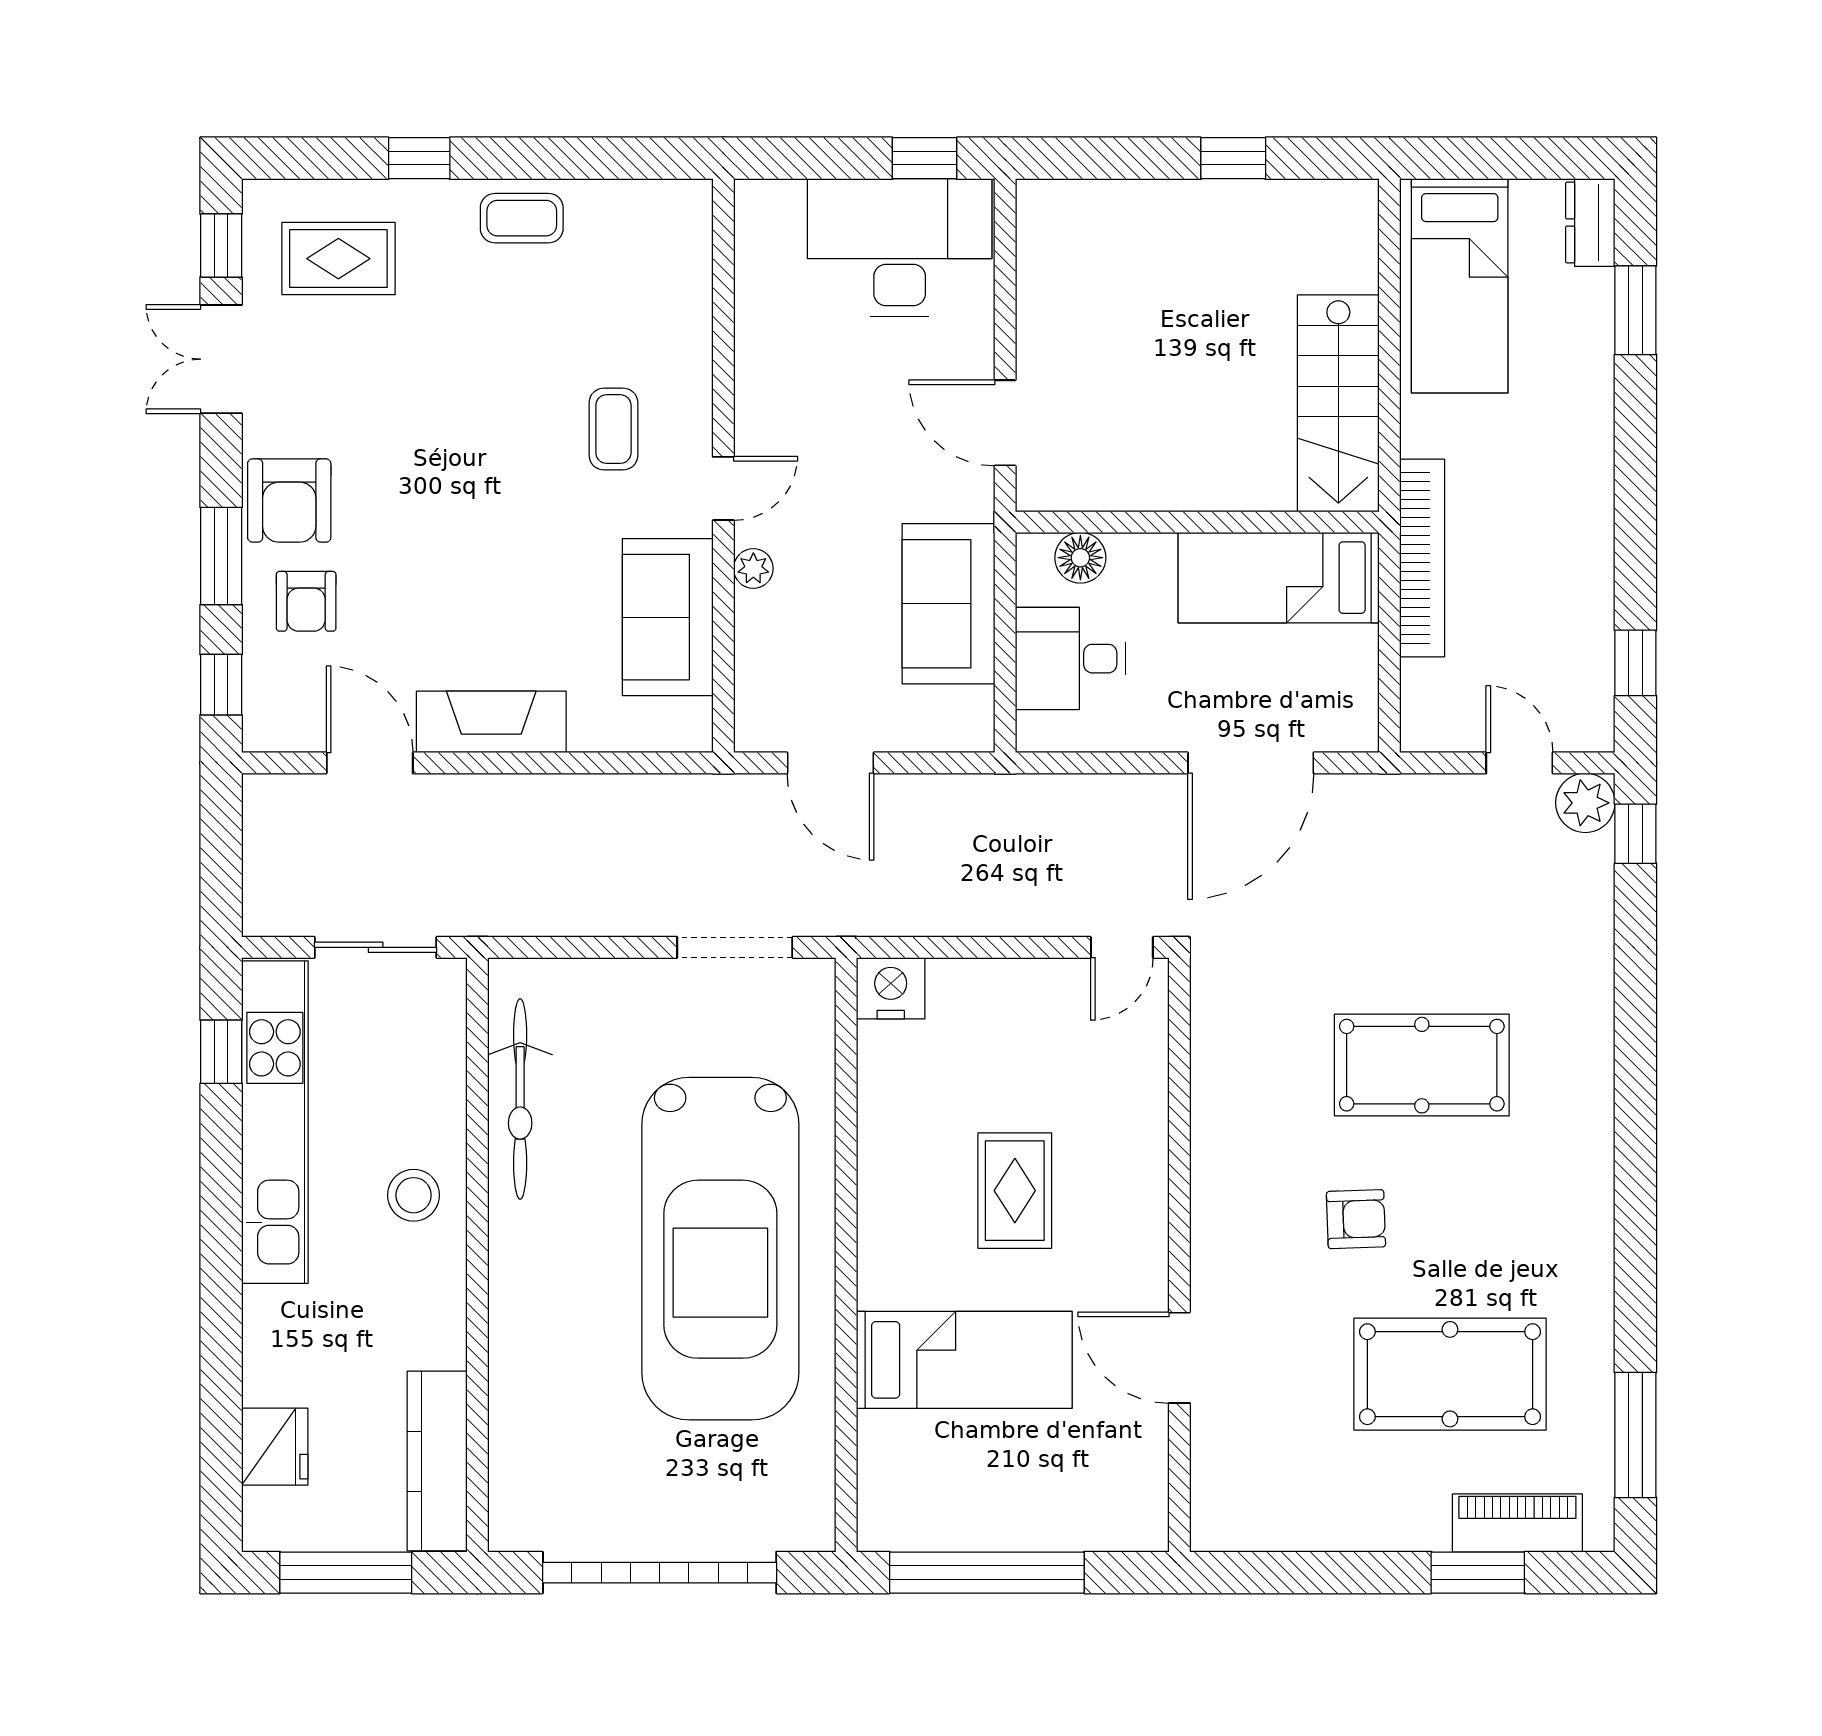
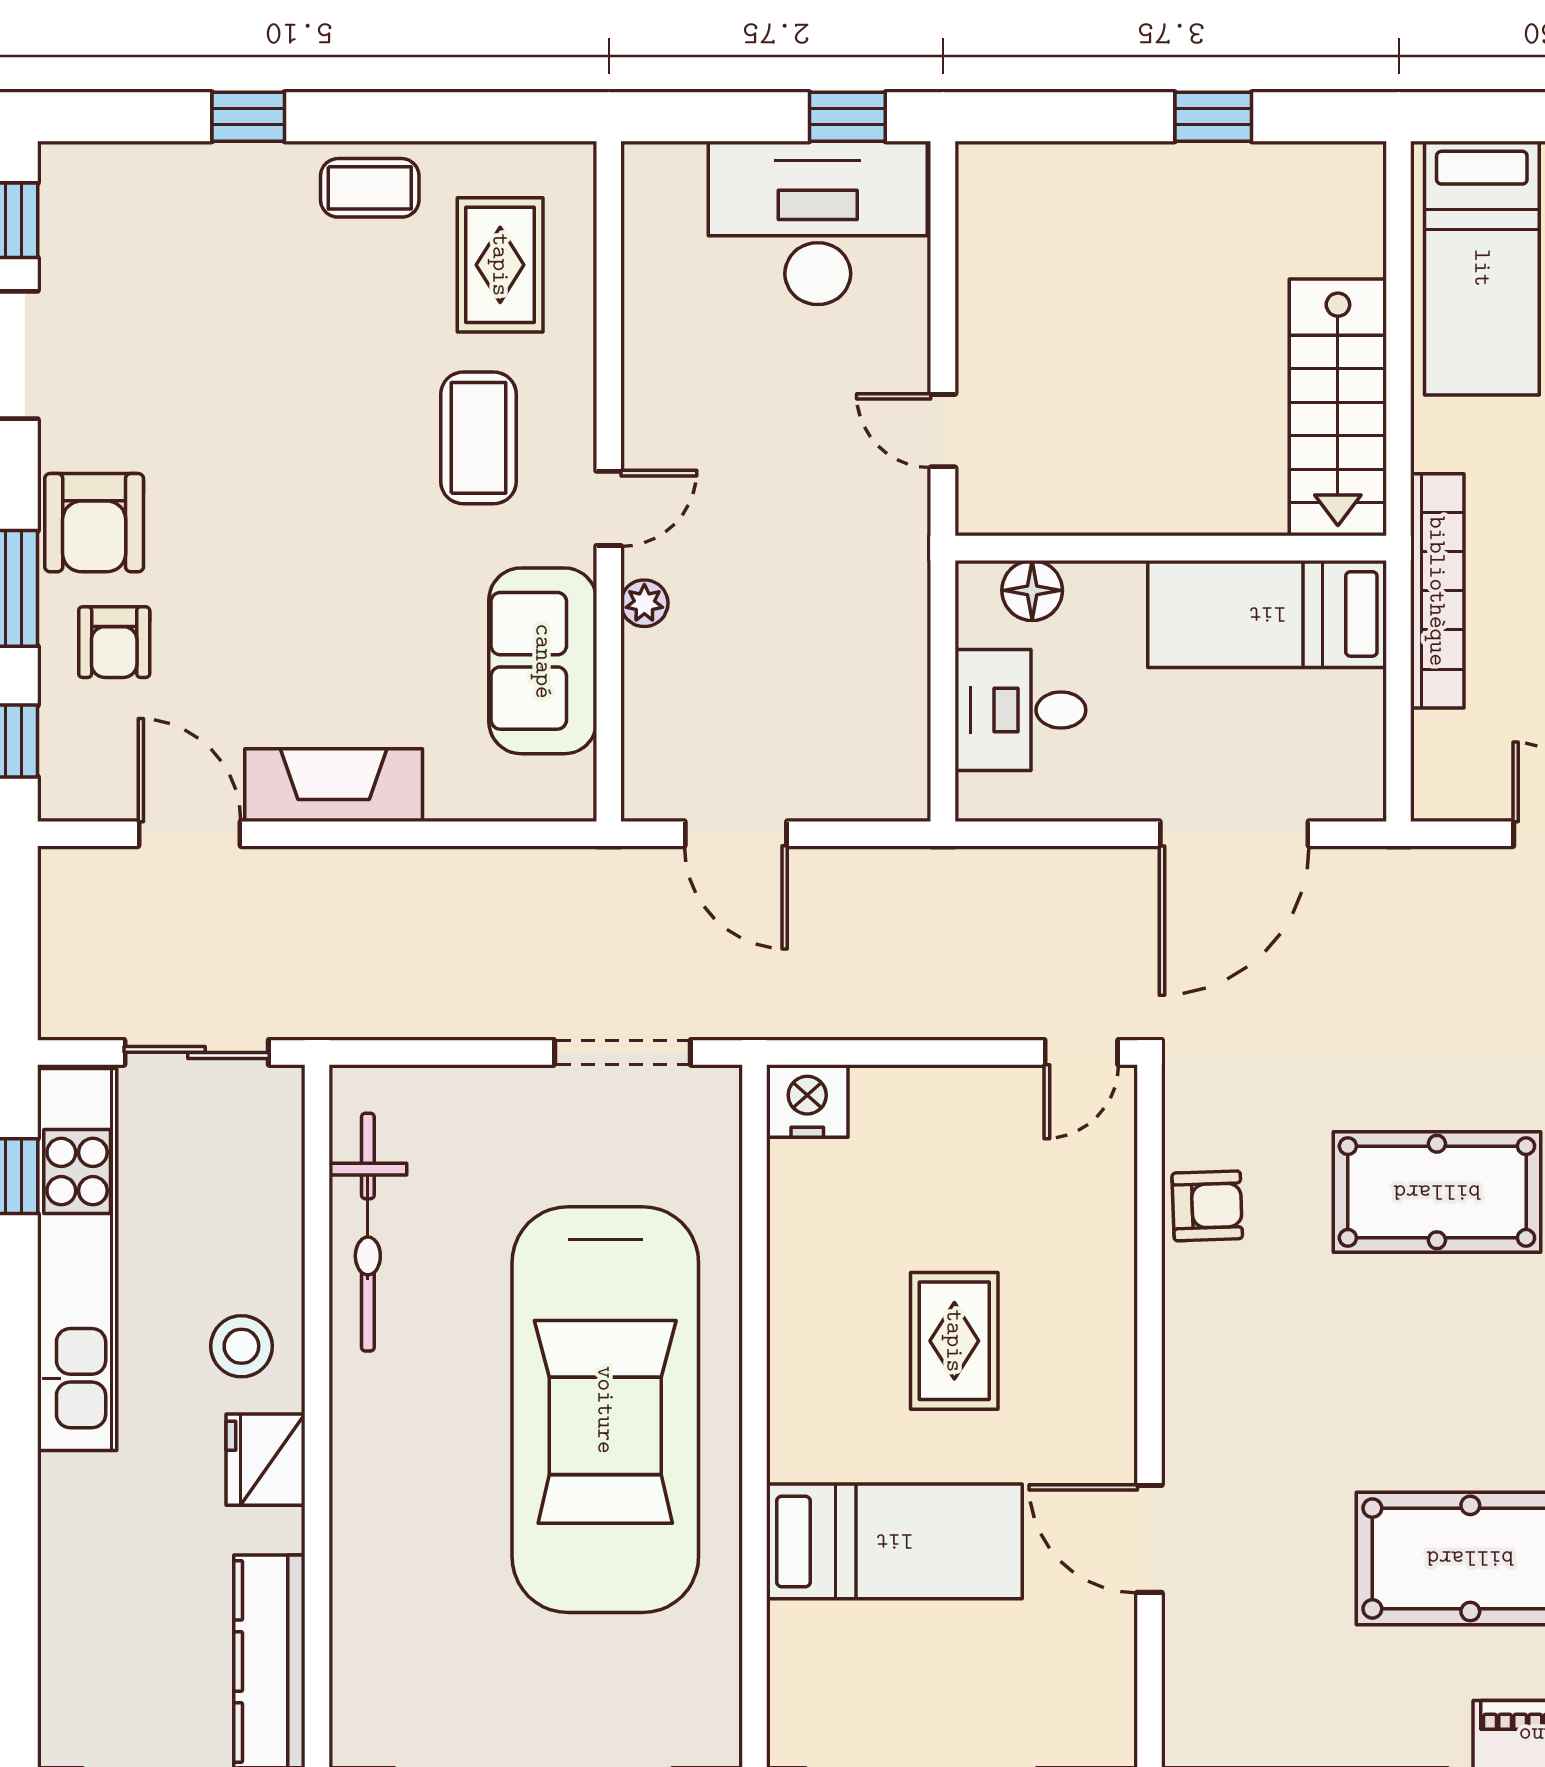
rug: (338, 259) -> (500, 265), moved, turned 90
door: (1005, 423) -> (943, 431), width x0.73
coffee table: (613, 429) -> (479, 438), width x1.36, depth x1.30
sofa: (948, 604) -> (876, 645), removed
armchair: (1356, 1219) -> (1207, 1206), moved
fridge: (275, 1447) -> (266, 1460), moved, turned 180

